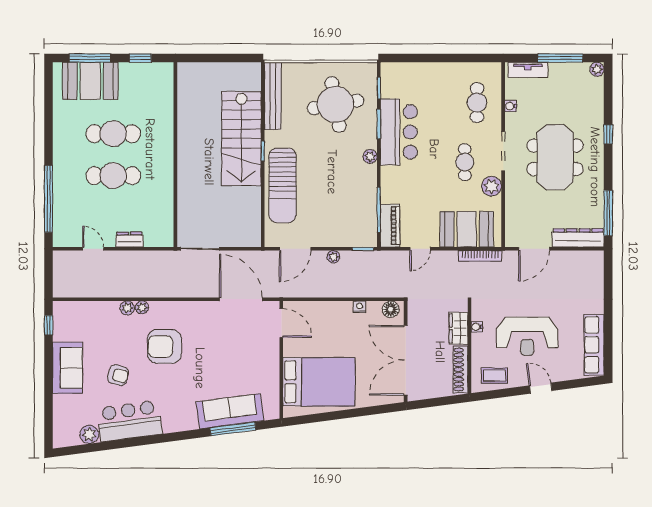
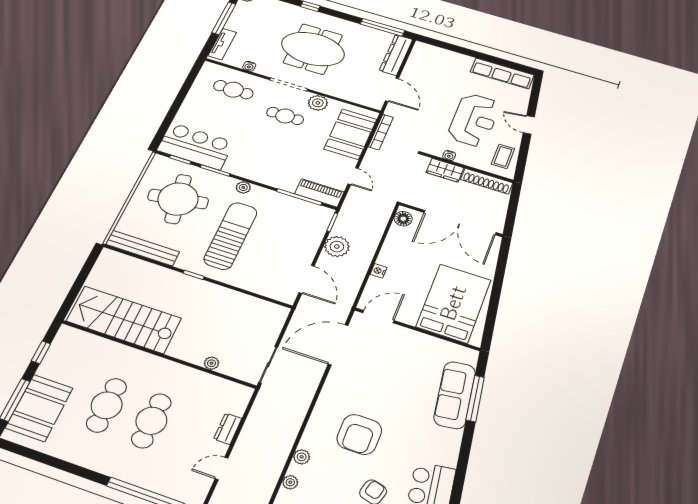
bar counter: (399, 132) -> (196, 146), moved
stairs: (241, 139) -> (124, 320), moved, turned 180
sun lounger: (282, 185) -> (231, 236), moved, turned -90
plant: (184, 202) -> (212, 363), added
plant: (333, 257) -> (337, 247), width x1.87, depth x1.87
plant: (142, 307) -> (290, 482), moved
nightstand: (360, 307) -> (379, 271), moved
door: (541, 388) -> (529, 125), hinge flipped

